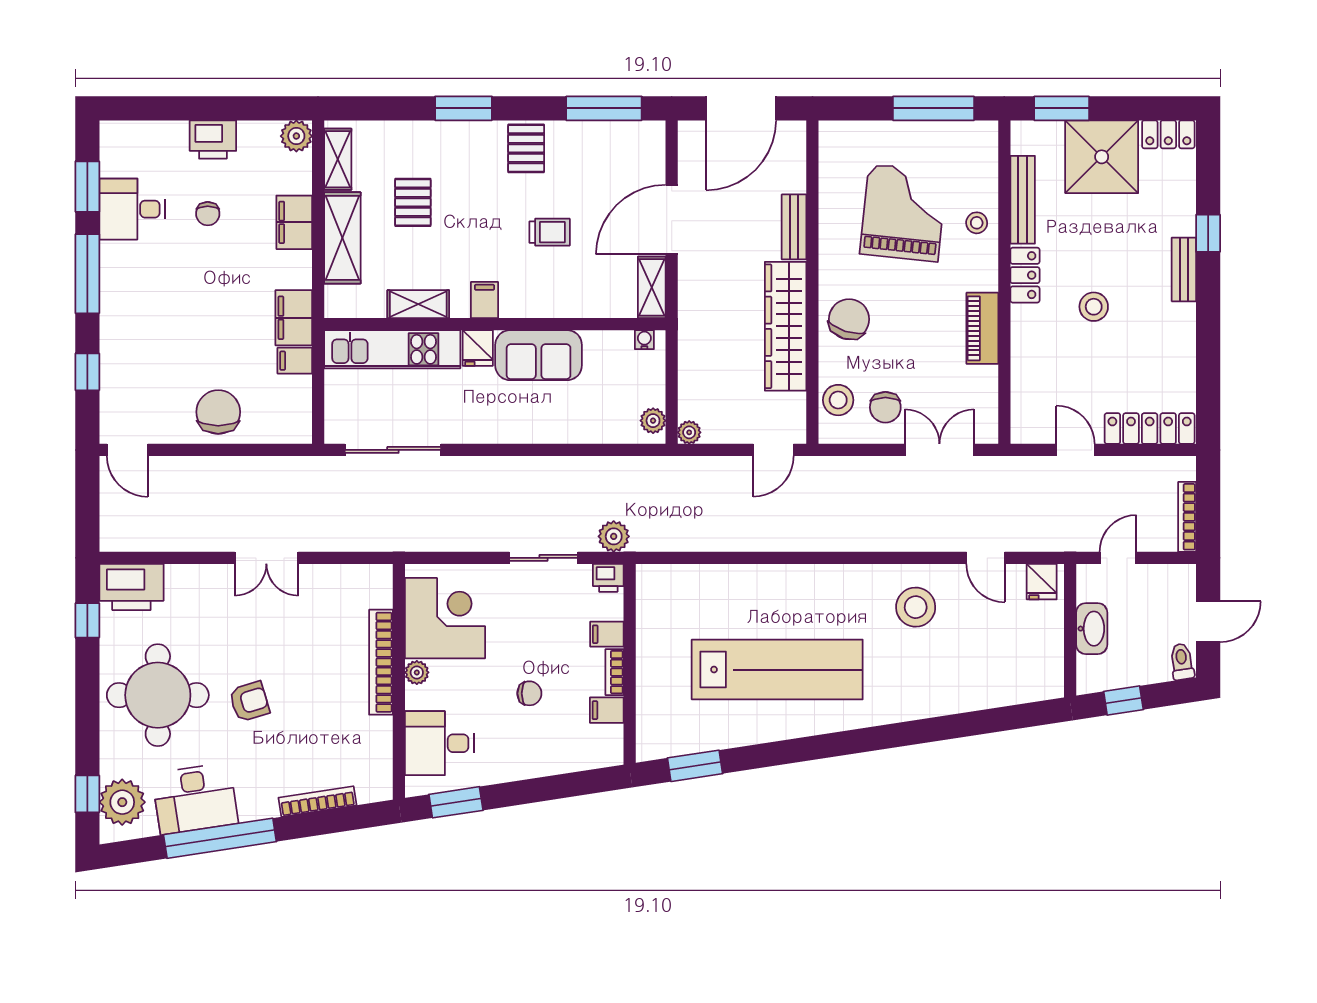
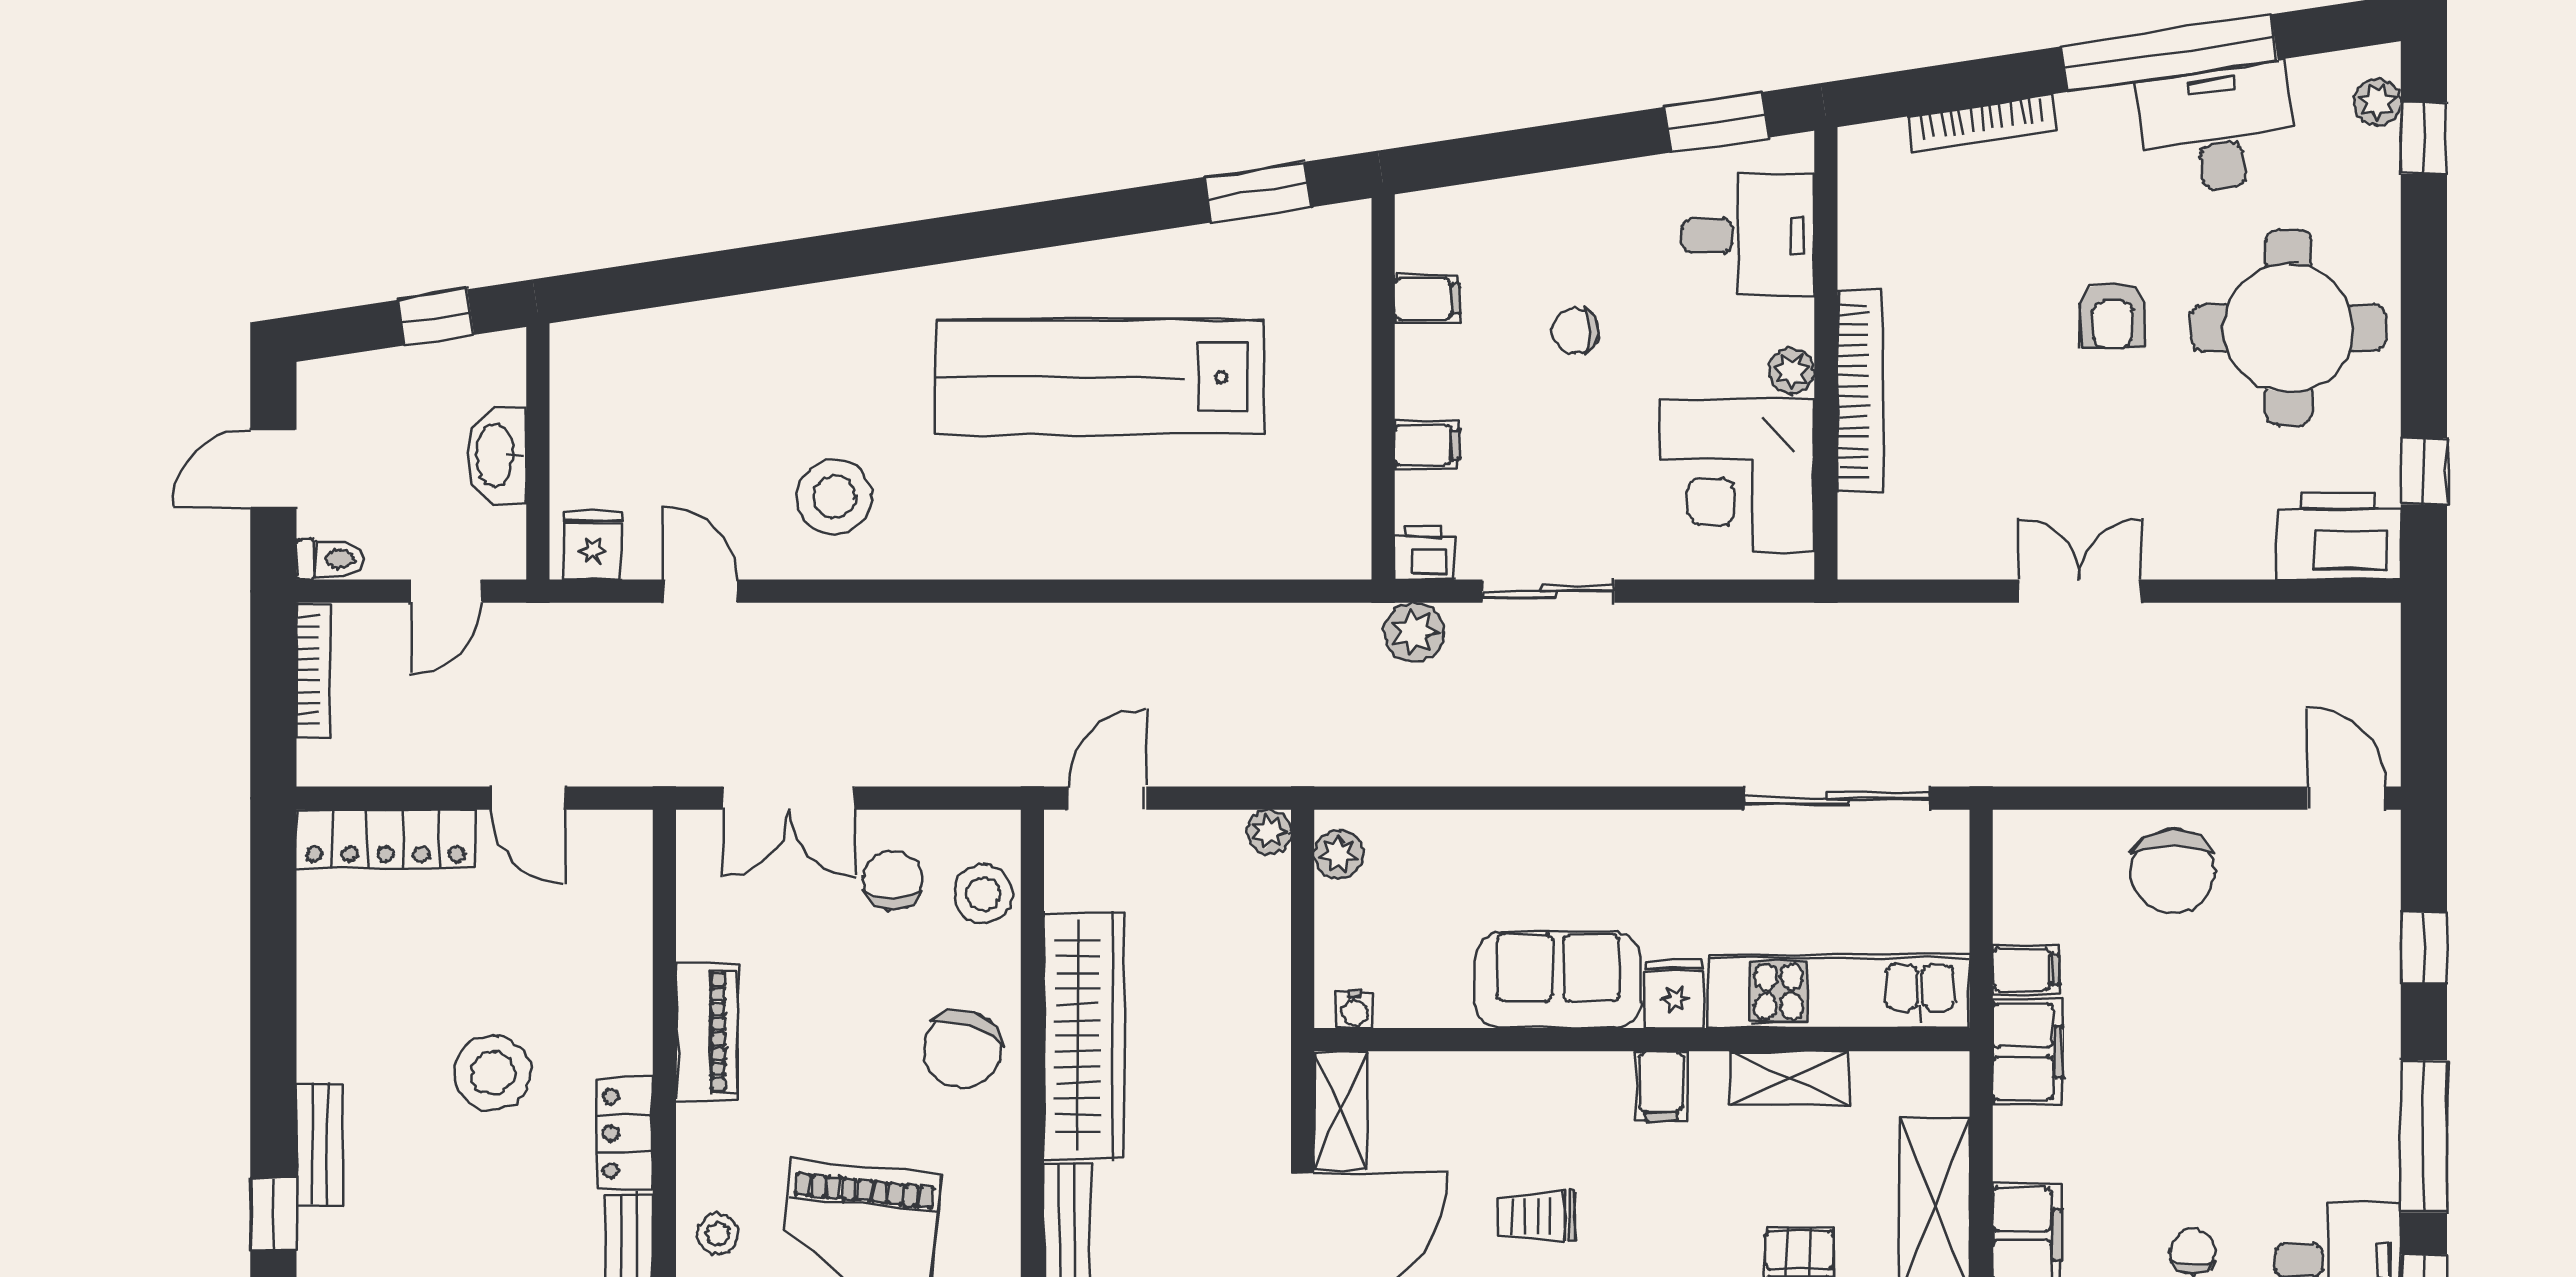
stool: (1094, 307) -> (493, 1073), width x1.38, depth x1.38
toilet: (1182, 662) -> (330, 559), moved, turned -81
bookcase: (615, 672) -> (1412, 372), removed
armchair: (249, 702) -> (2113, 316), turned -73
plant: (122, 802) -> (2377, 102), width x0.53, depth x0.53

